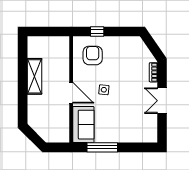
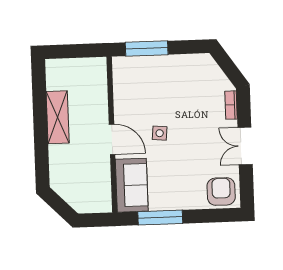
window: (97, 32) -> (147, 48), width x2.17
armchair: (93, 55) -> (221, 192), moved

